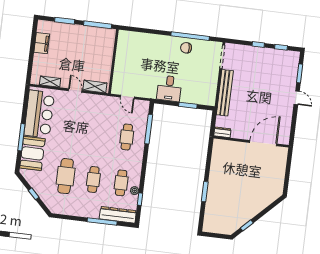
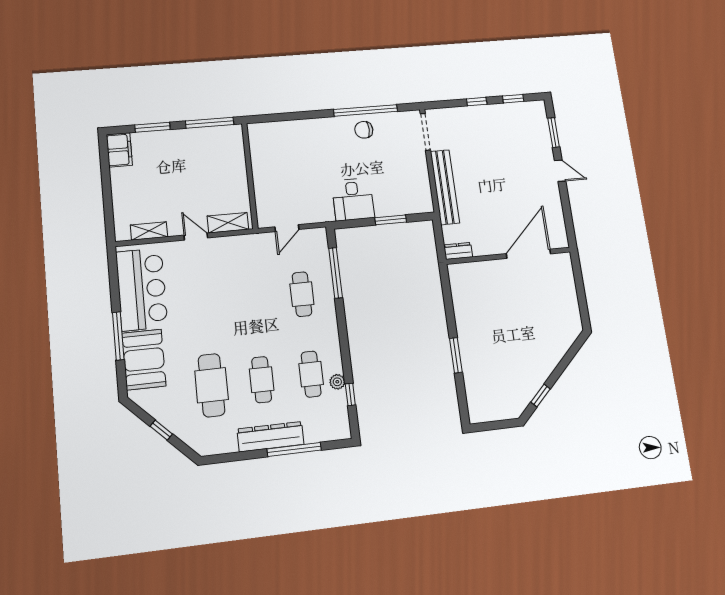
filing cabinet: (42, 43) -> (119, 150), moved
door: (127, 97) -> (287, 228), hinge flipped
dresser: (118, 215) -> (271, 437), moved

